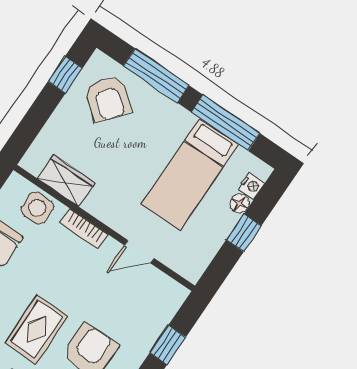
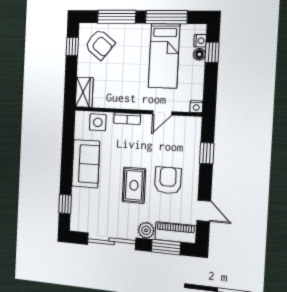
wardrobe: (66, 181) -> (84, 92), moved, turned 90
window: (244, 233) -> (212, 52), moved
nightstand: (192, 272) -> (196, 107), added

